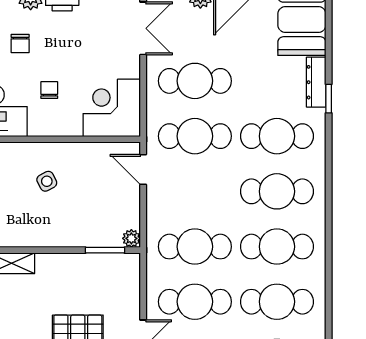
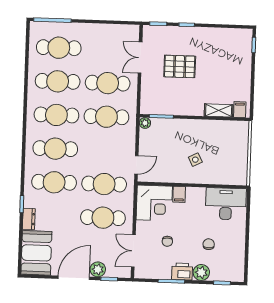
dresser: (316, 82) -> (29, 219), width x0.70
chair: (49, 90) -> (167, 241), moved
filing cabinet: (71, 123) -> (179, 194), added
door: (143, 170) -> (136, 165), hinge flipped

